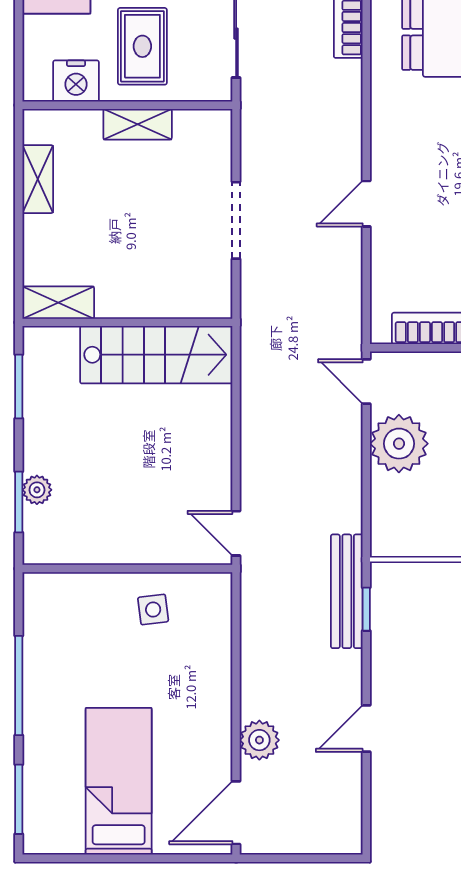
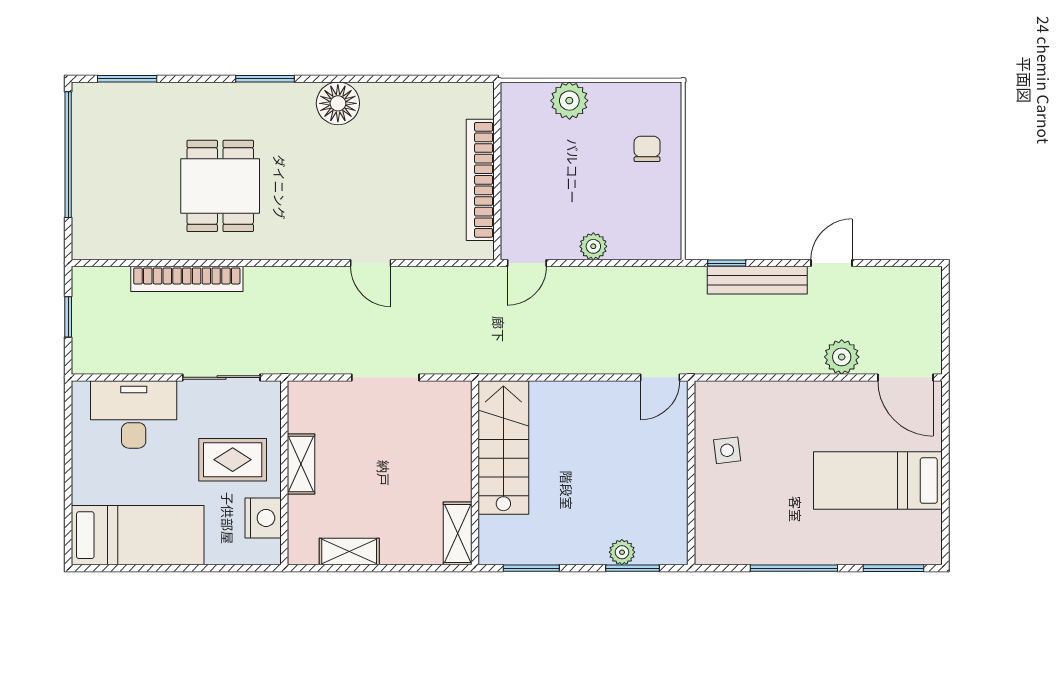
plant: (399, 444) -> (593, 246), width x0.53, depth x0.53
bench: (347, 591) -> (757, 280), moved
door: (366, 729) -> (832, 263), swing flipped

